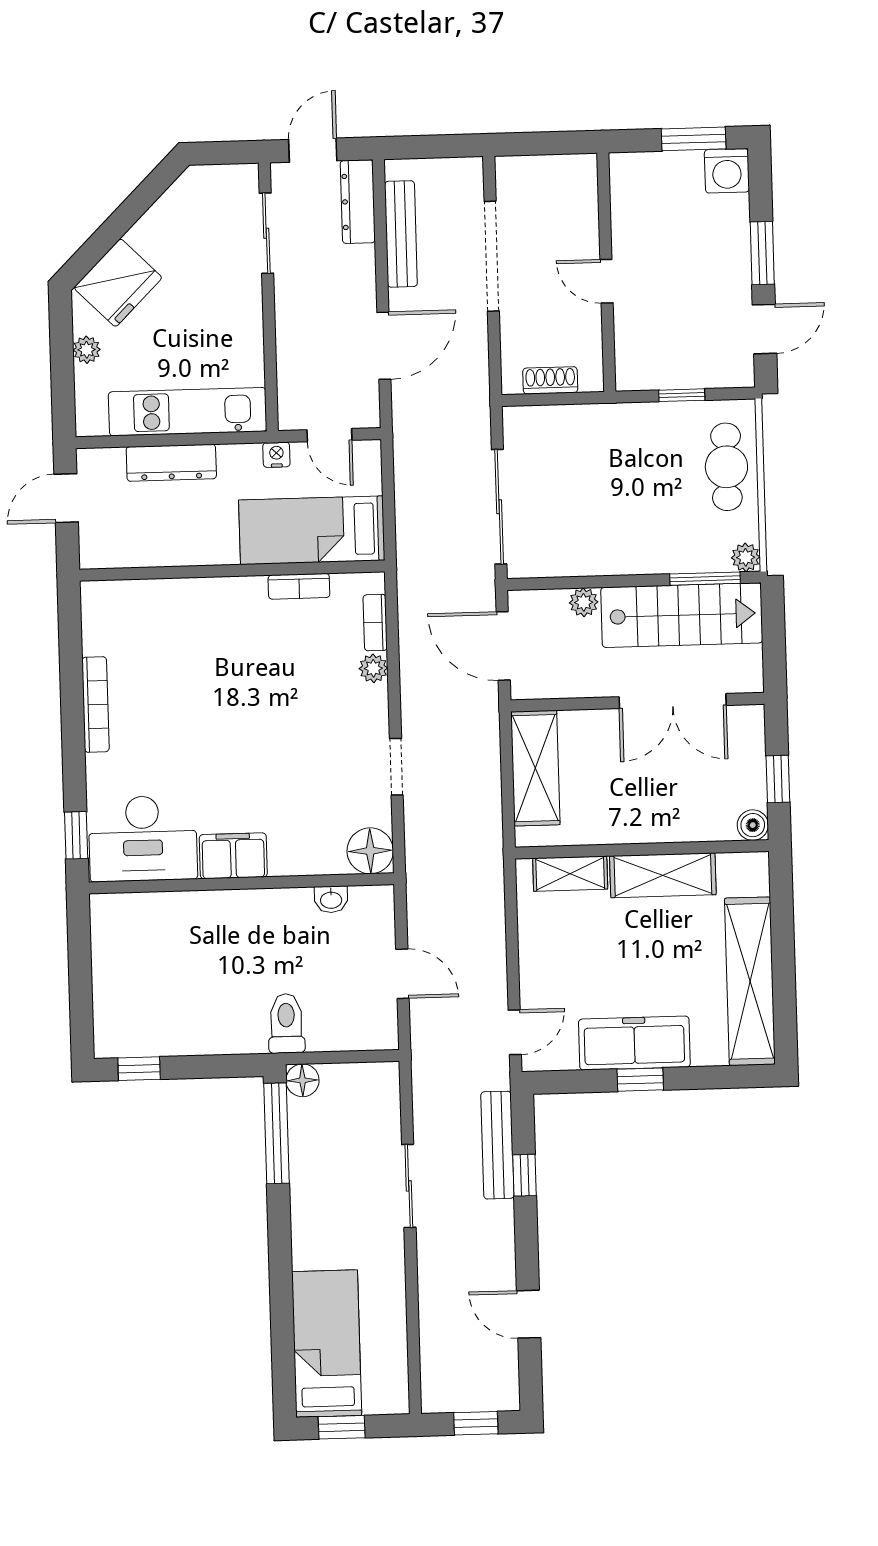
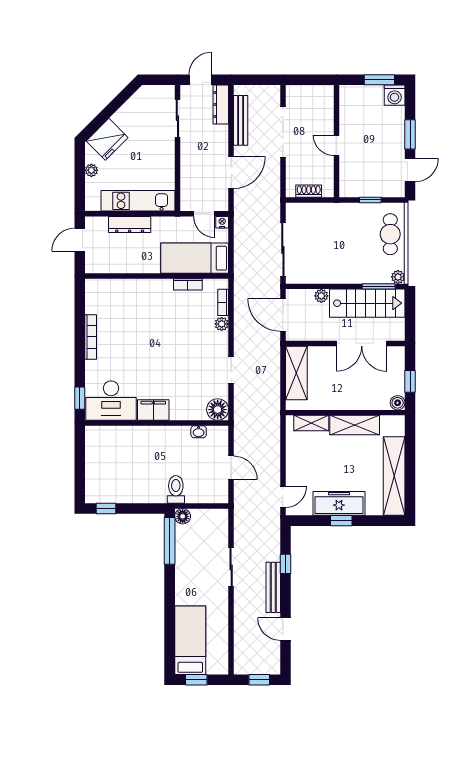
nightstand: (276, 455) -> (222, 222), moved
bench: (497, 1145) -> (273, 587), moved

